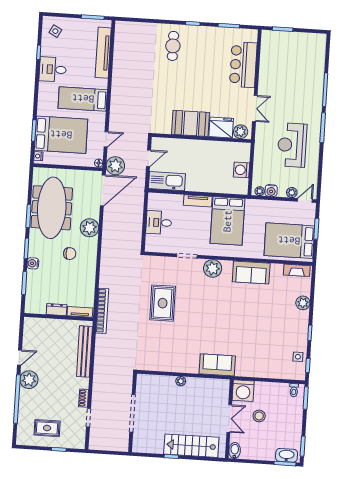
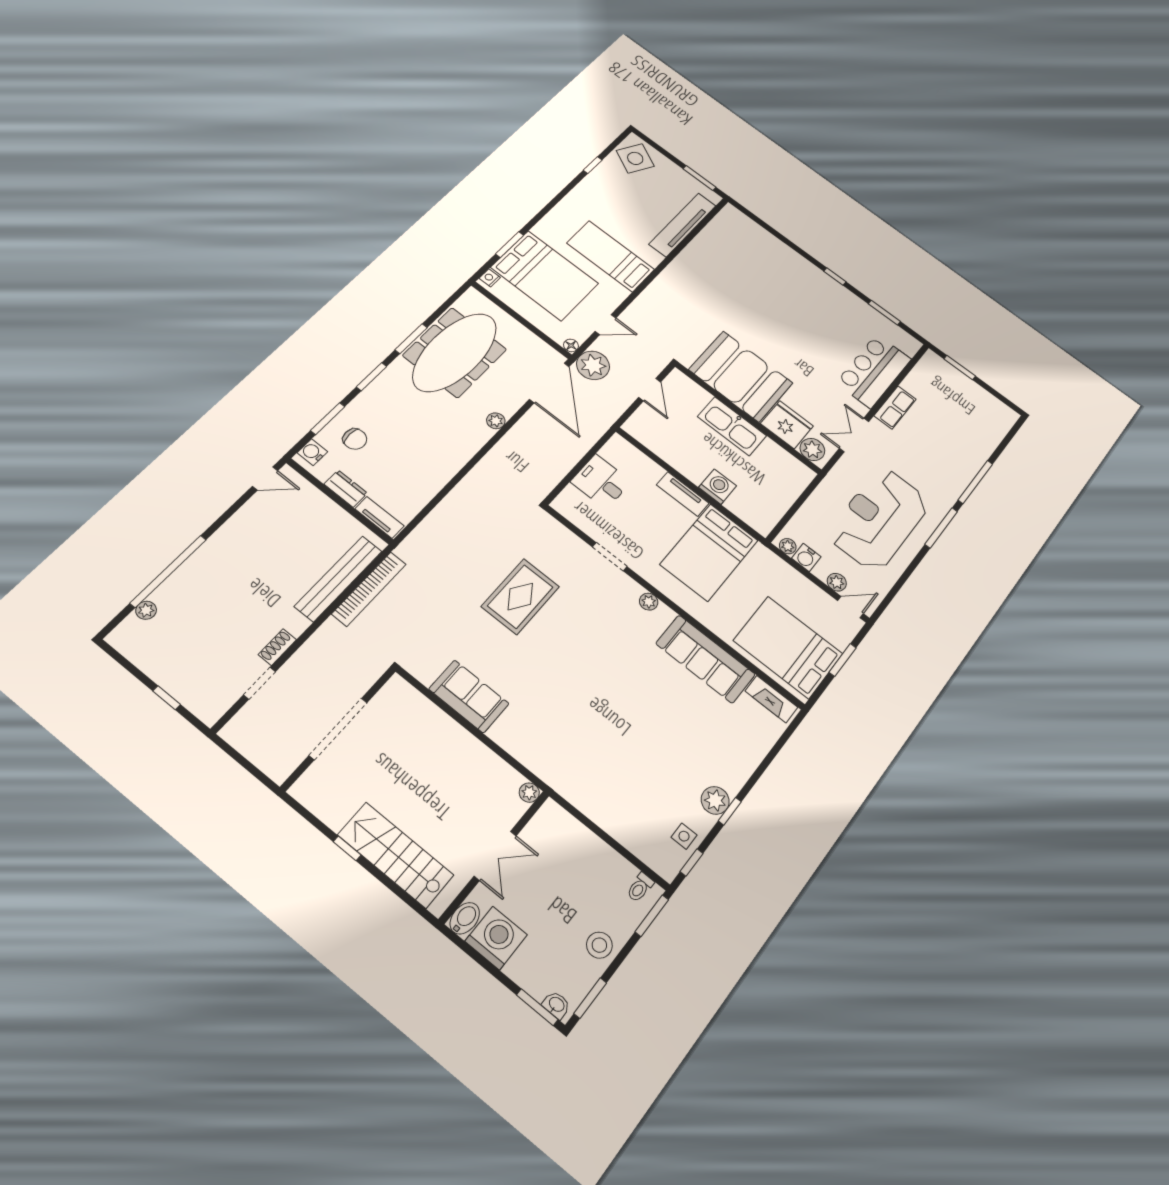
side table: (55, 31) -> (635, 158), width x1.87, depth x1.87
cafe table: (173, 46) -> (788, 283), removed
desk: (53, 69) -> (596, 196), removed
row of seats: (265, 78) -> (895, 407), added
double door: (255, 108) -> (854, 435), swing flipped
booth: (191, 123) -> (741, 376), width x1.36, depth x1.42
reception desk: (292, 145) -> (879, 519), width x1.36, depth x1.30
door: (149, 158) -> (650, 390), hinge flipped
washing machine: (241, 170) -> (718, 487), moved, turned 90
kitchen sink: (167, 181) -> (732, 426), moved, turned 180
door: (103, 190) -> (549, 383), hinge flipped
plant: (89, 228) -> (496, 421), width x0.53, depth x0.53
chair: (70, 254) -> (355, 439), moved
water cooler: (33, 263) -> (312, 452), moved
plant: (213, 268) -> (649, 602), width x0.53, depth x0.53
sofa: (251, 272) -> (705, 659), width x1.36
plant: (303, 303) -> (715, 800), moved
bookcase: (102, 311) -> (369, 589), moved
door: (20, 358) -> (265, 478), moved
sofa: (217, 365) -> (469, 696), moved
plant: (29, 380) -> (146, 610), moved, width x0.53, depth x0.53
plant: (181, 381) -> (529, 793), moved
washing machine: (243, 391) -> (496, 938), moved, turned 180
stool: (259, 416) -> (599, 945), moved
rug: (47, 428) -> (177, 650), removed
washbasin: (287, 455) -> (556, 1005), width x0.52, depth x0.69

